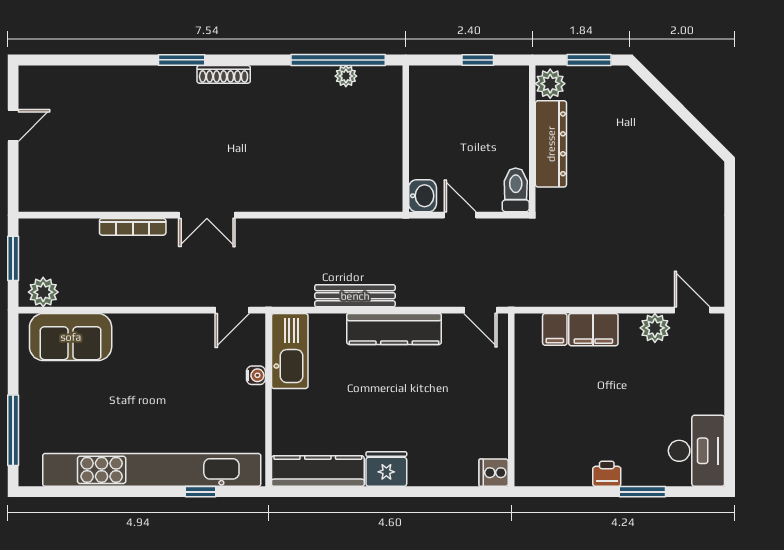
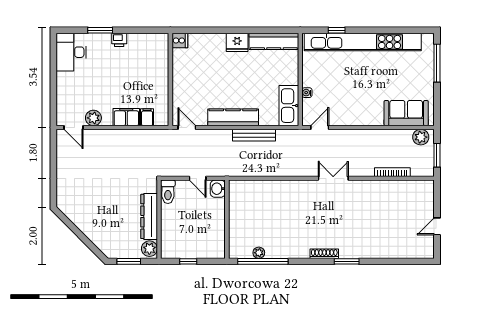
bookcase: (133, 227) -> (392, 172), moved

